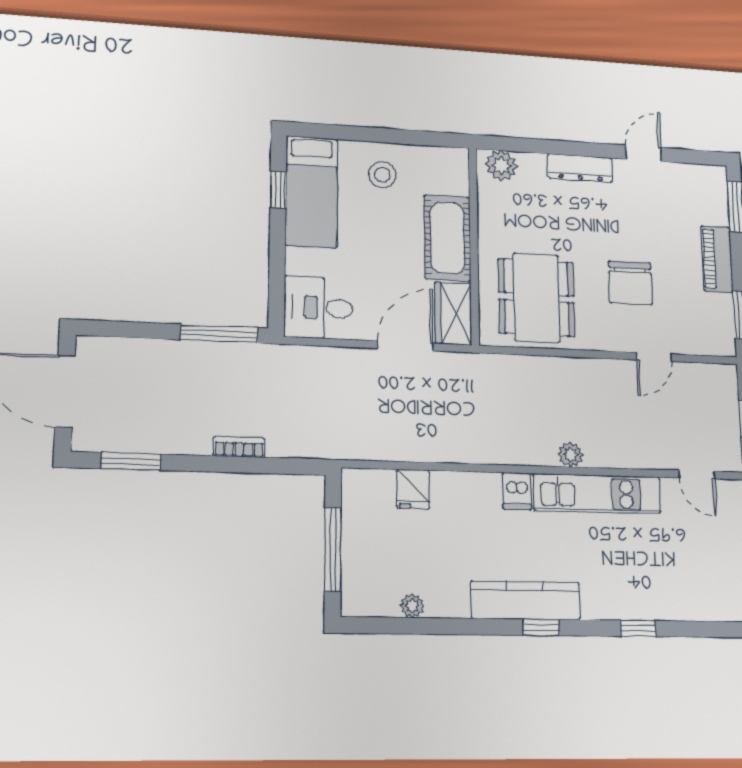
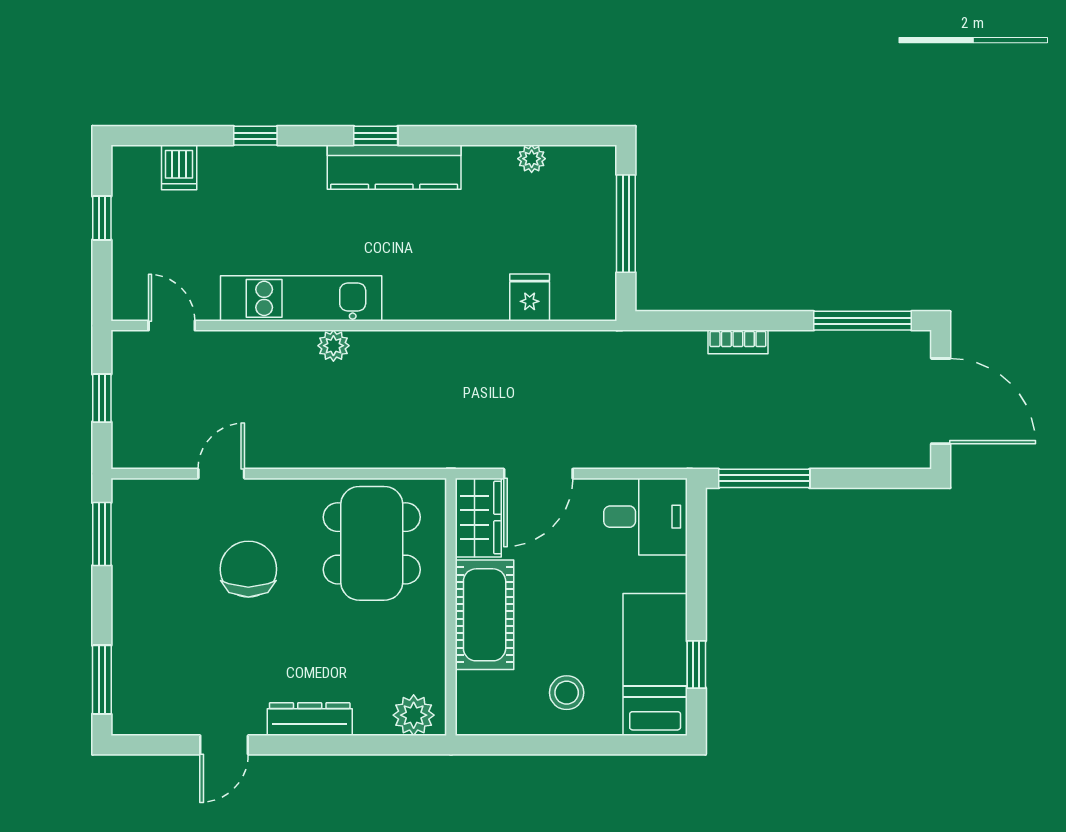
piano: (717, 259) -> (131, 607), removed
window: (131, 461) -> (863, 321), width x1.44
dishwasher: (517, 491) -> (179, 167), moved, turned 180

